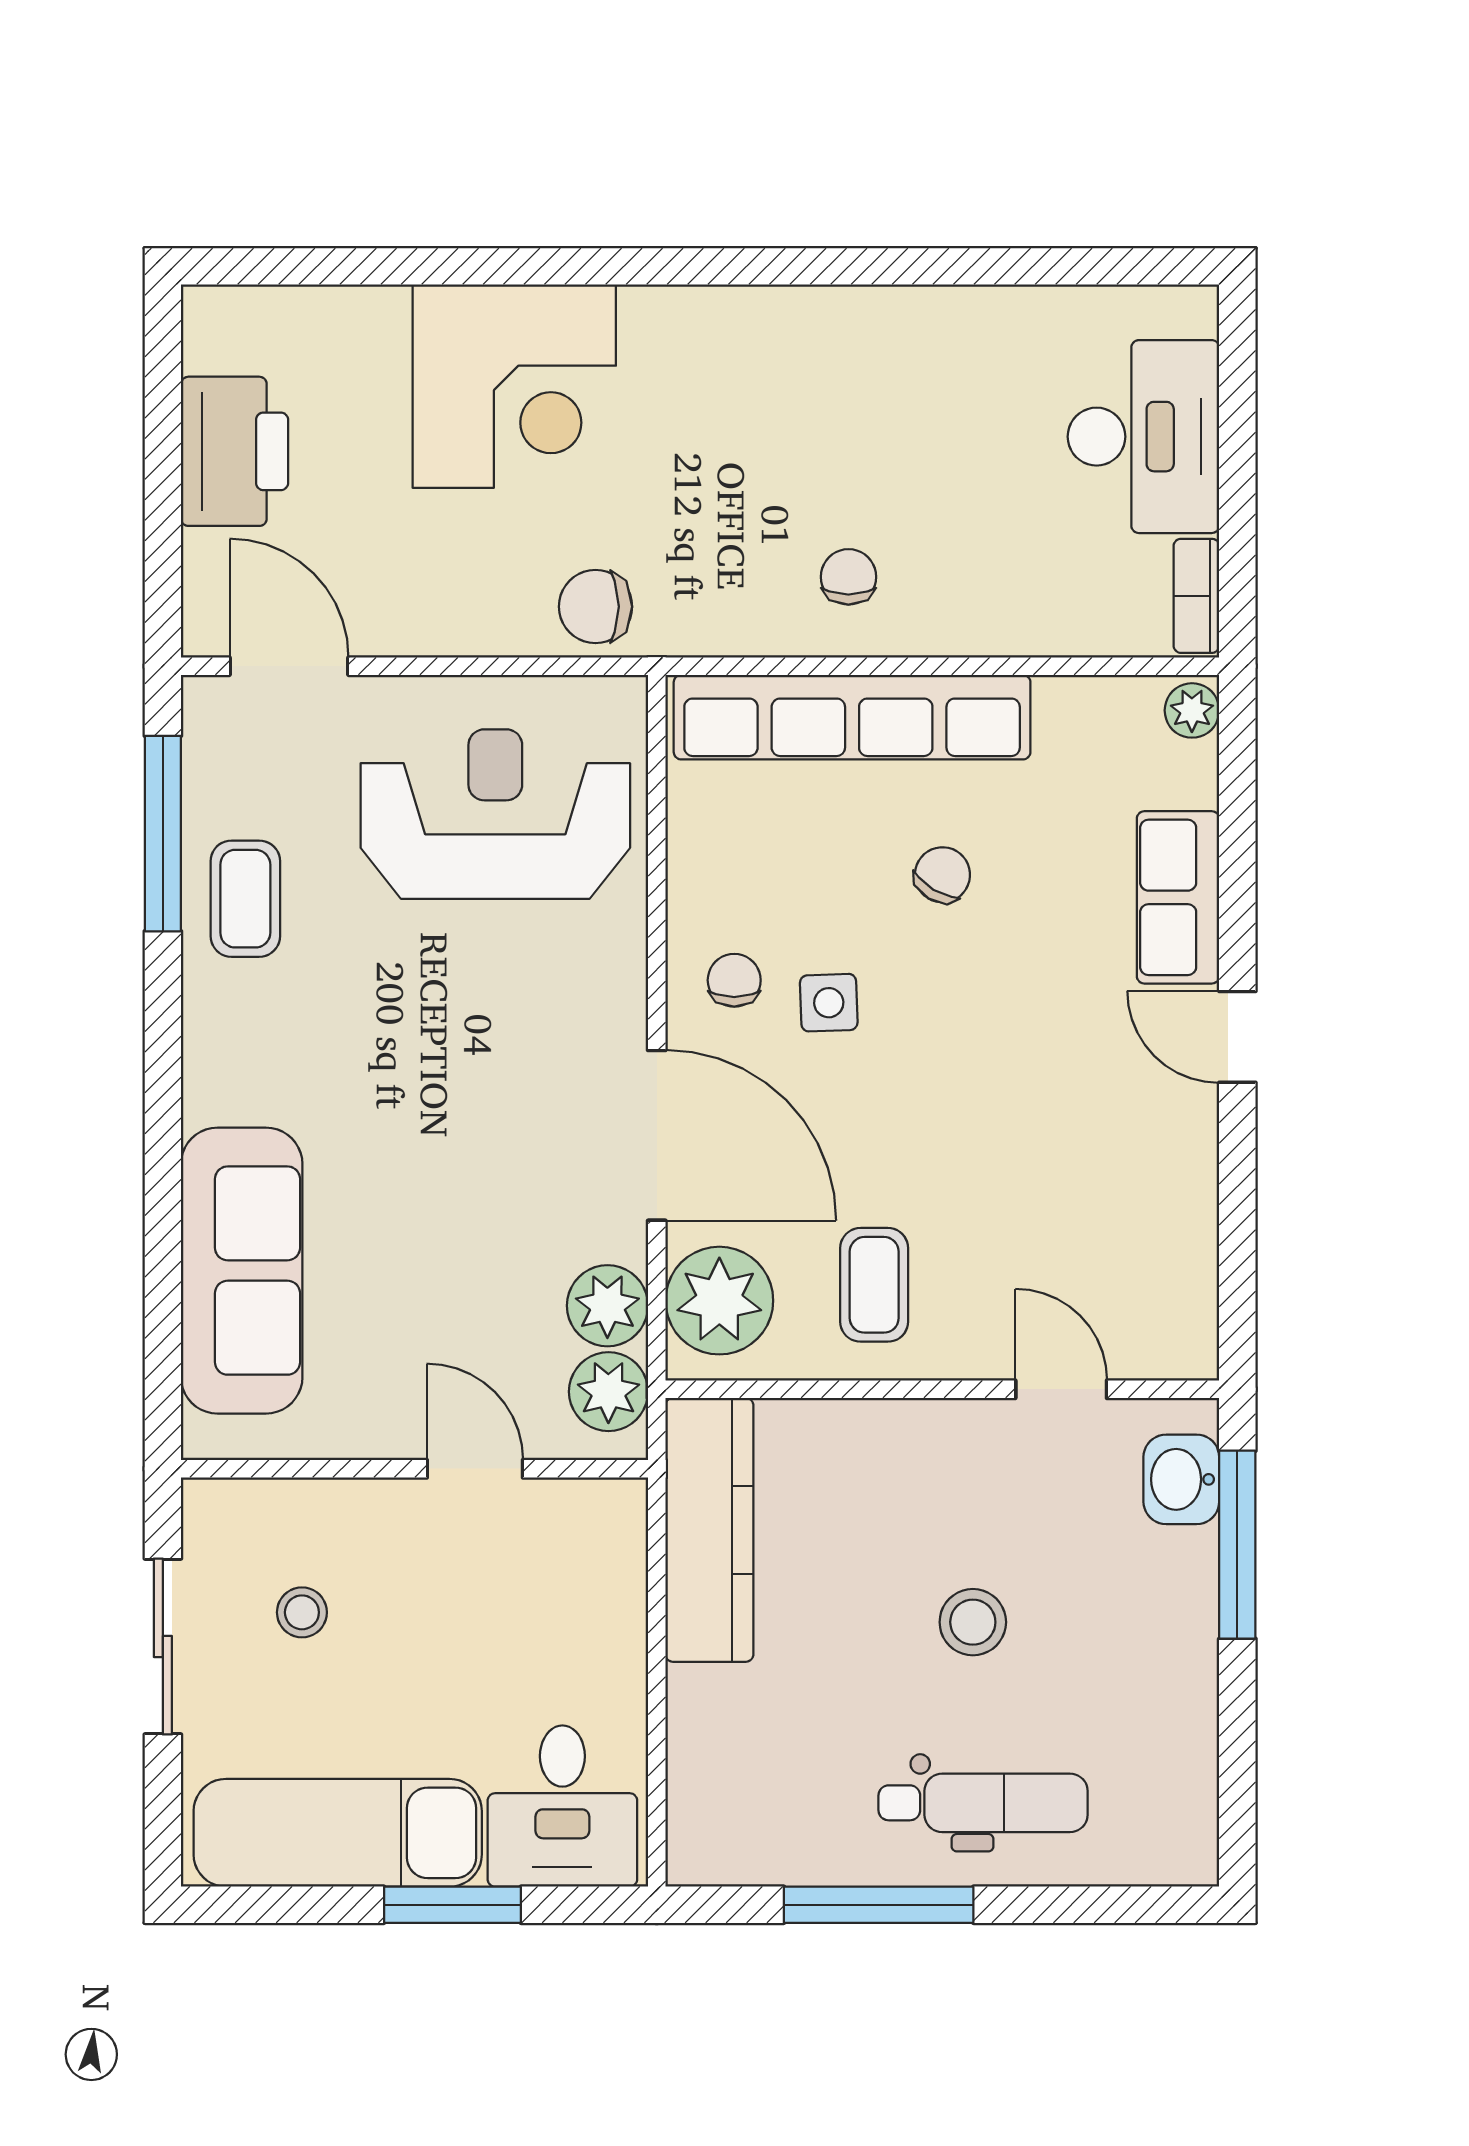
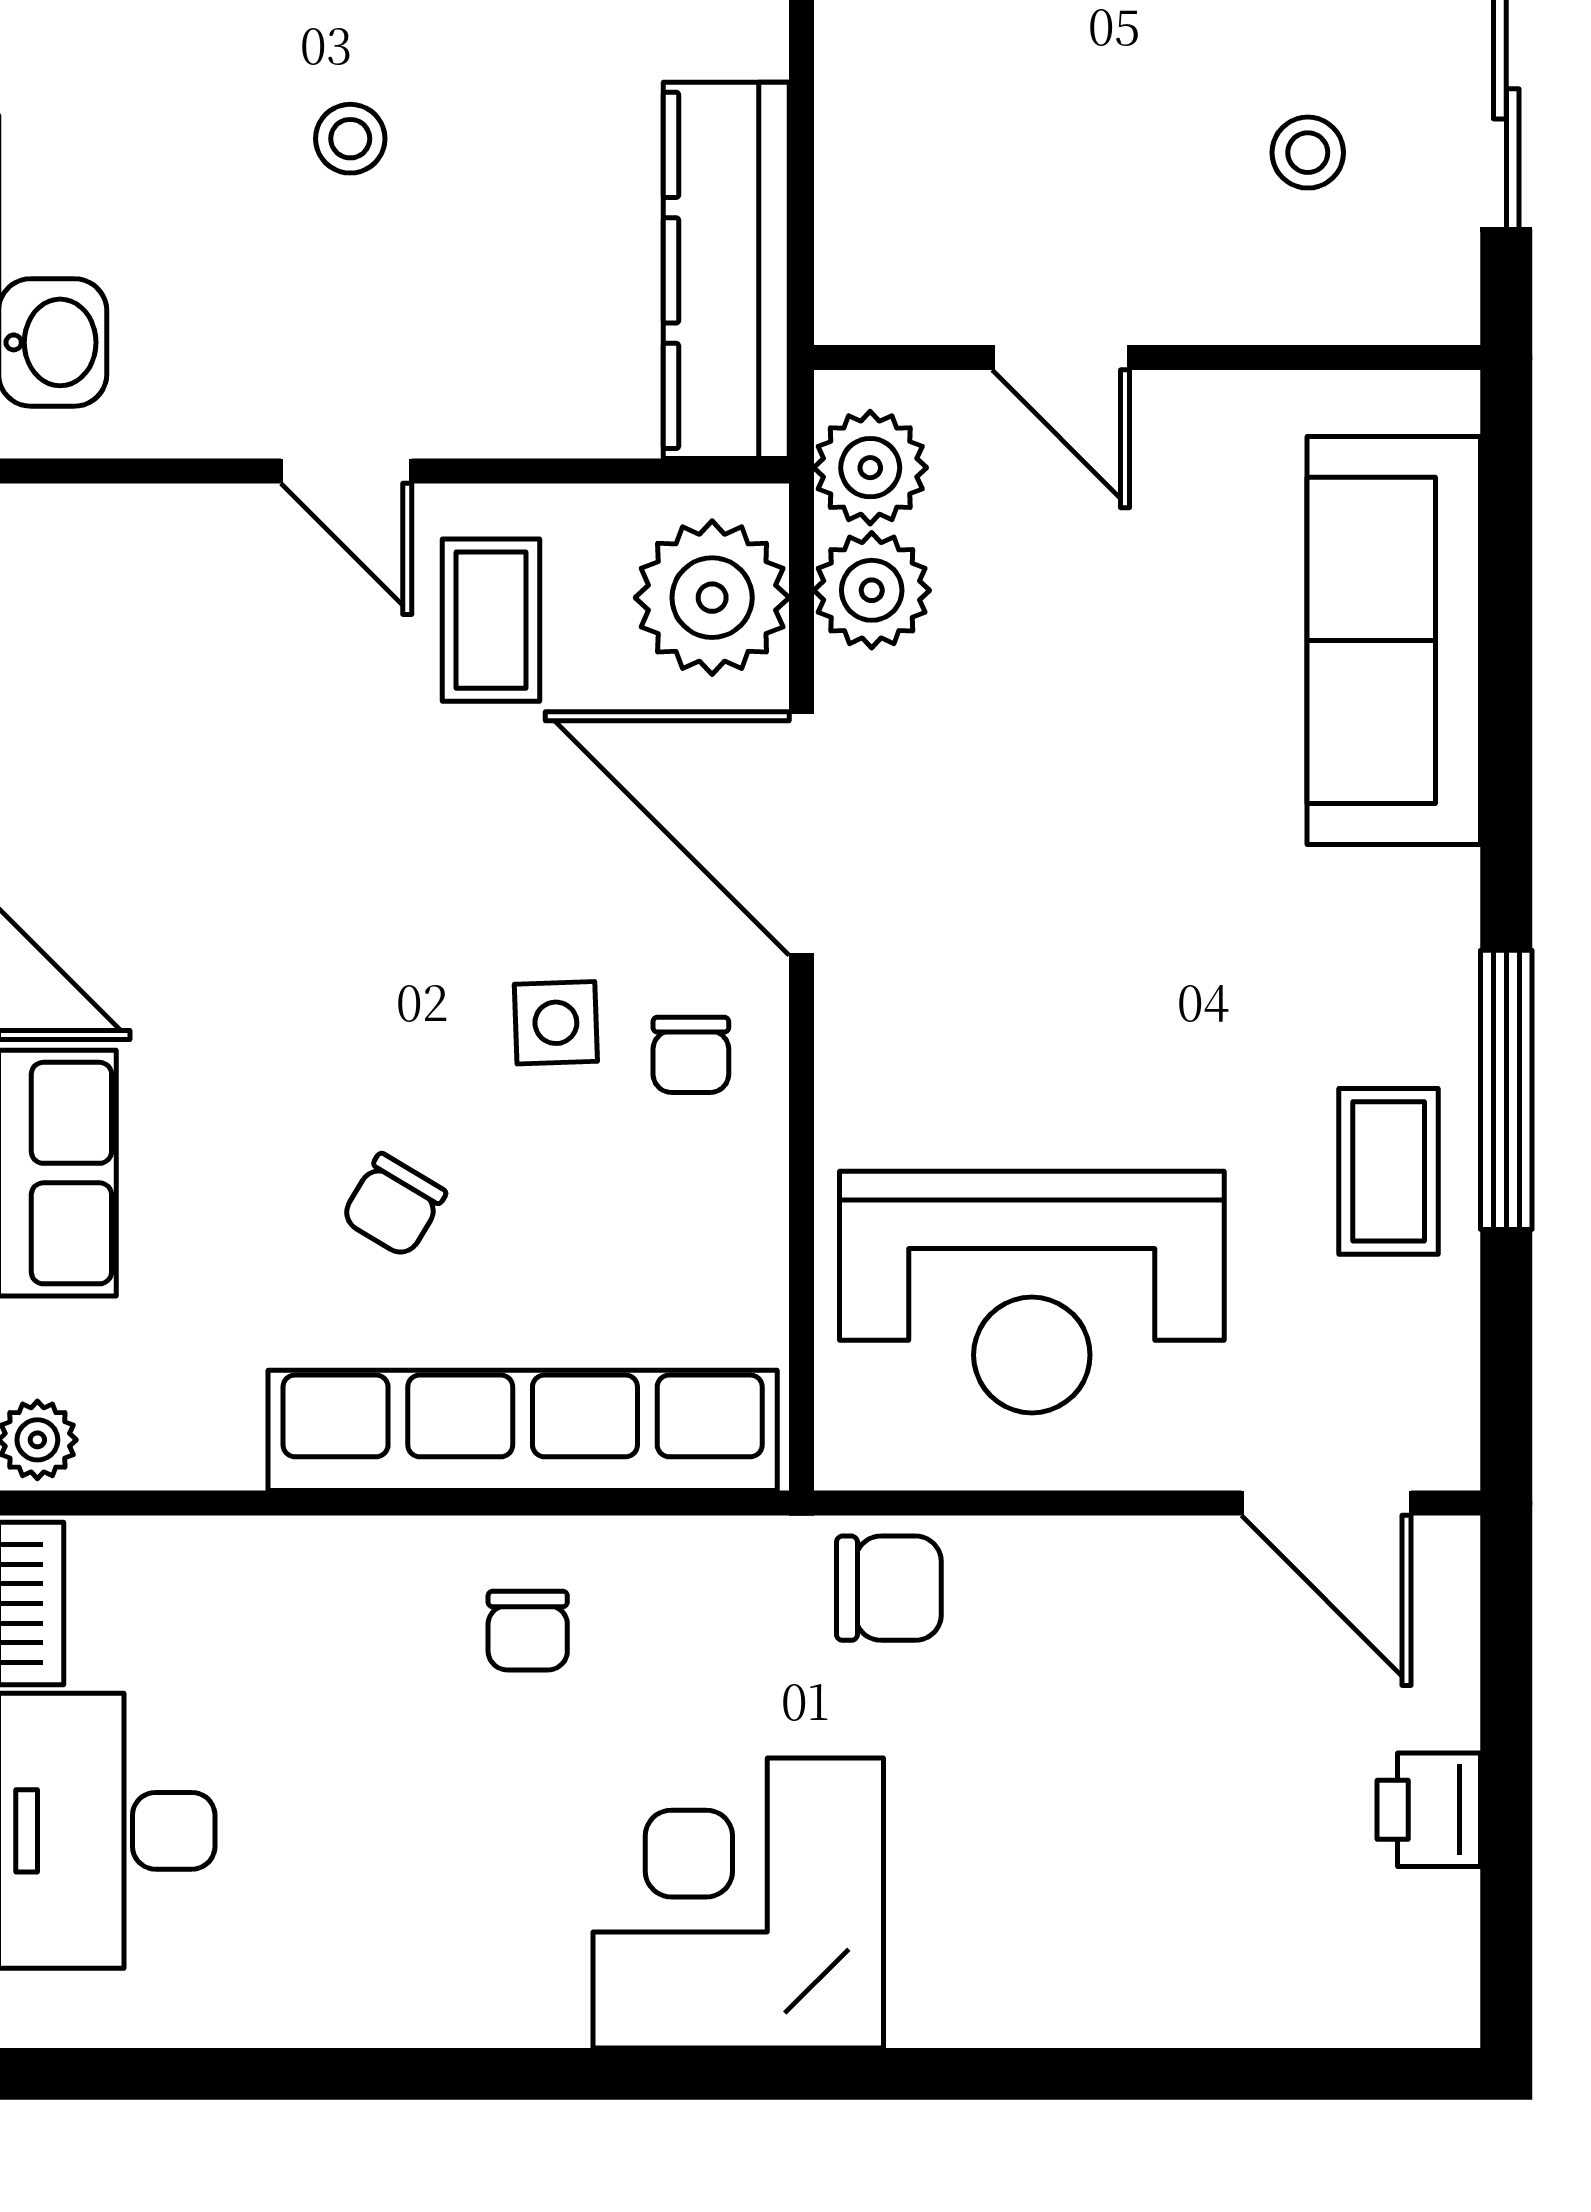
corner desk: (514, 386) -> (738, 1903), moved
printer: (235, 451) -> (1429, 1810), width x0.53, depth x0.68
window: (163, 834) -> (1506, 1090), moved
door: (1061, 1389) -> (346, 471), moved
stool: (973, 1622) -> (350, 139), width x0.73, depth x0.73

